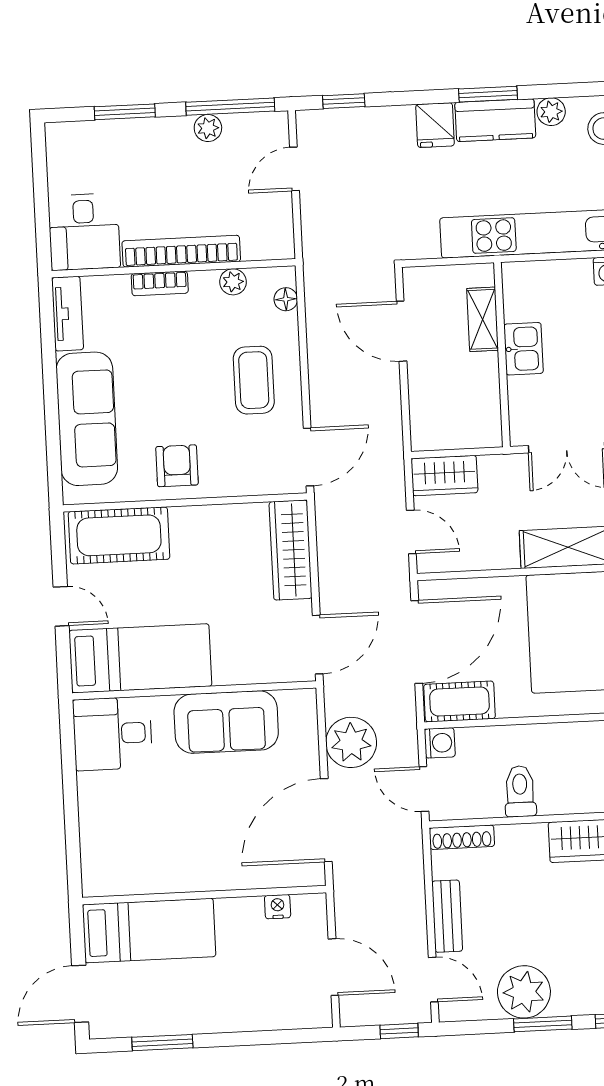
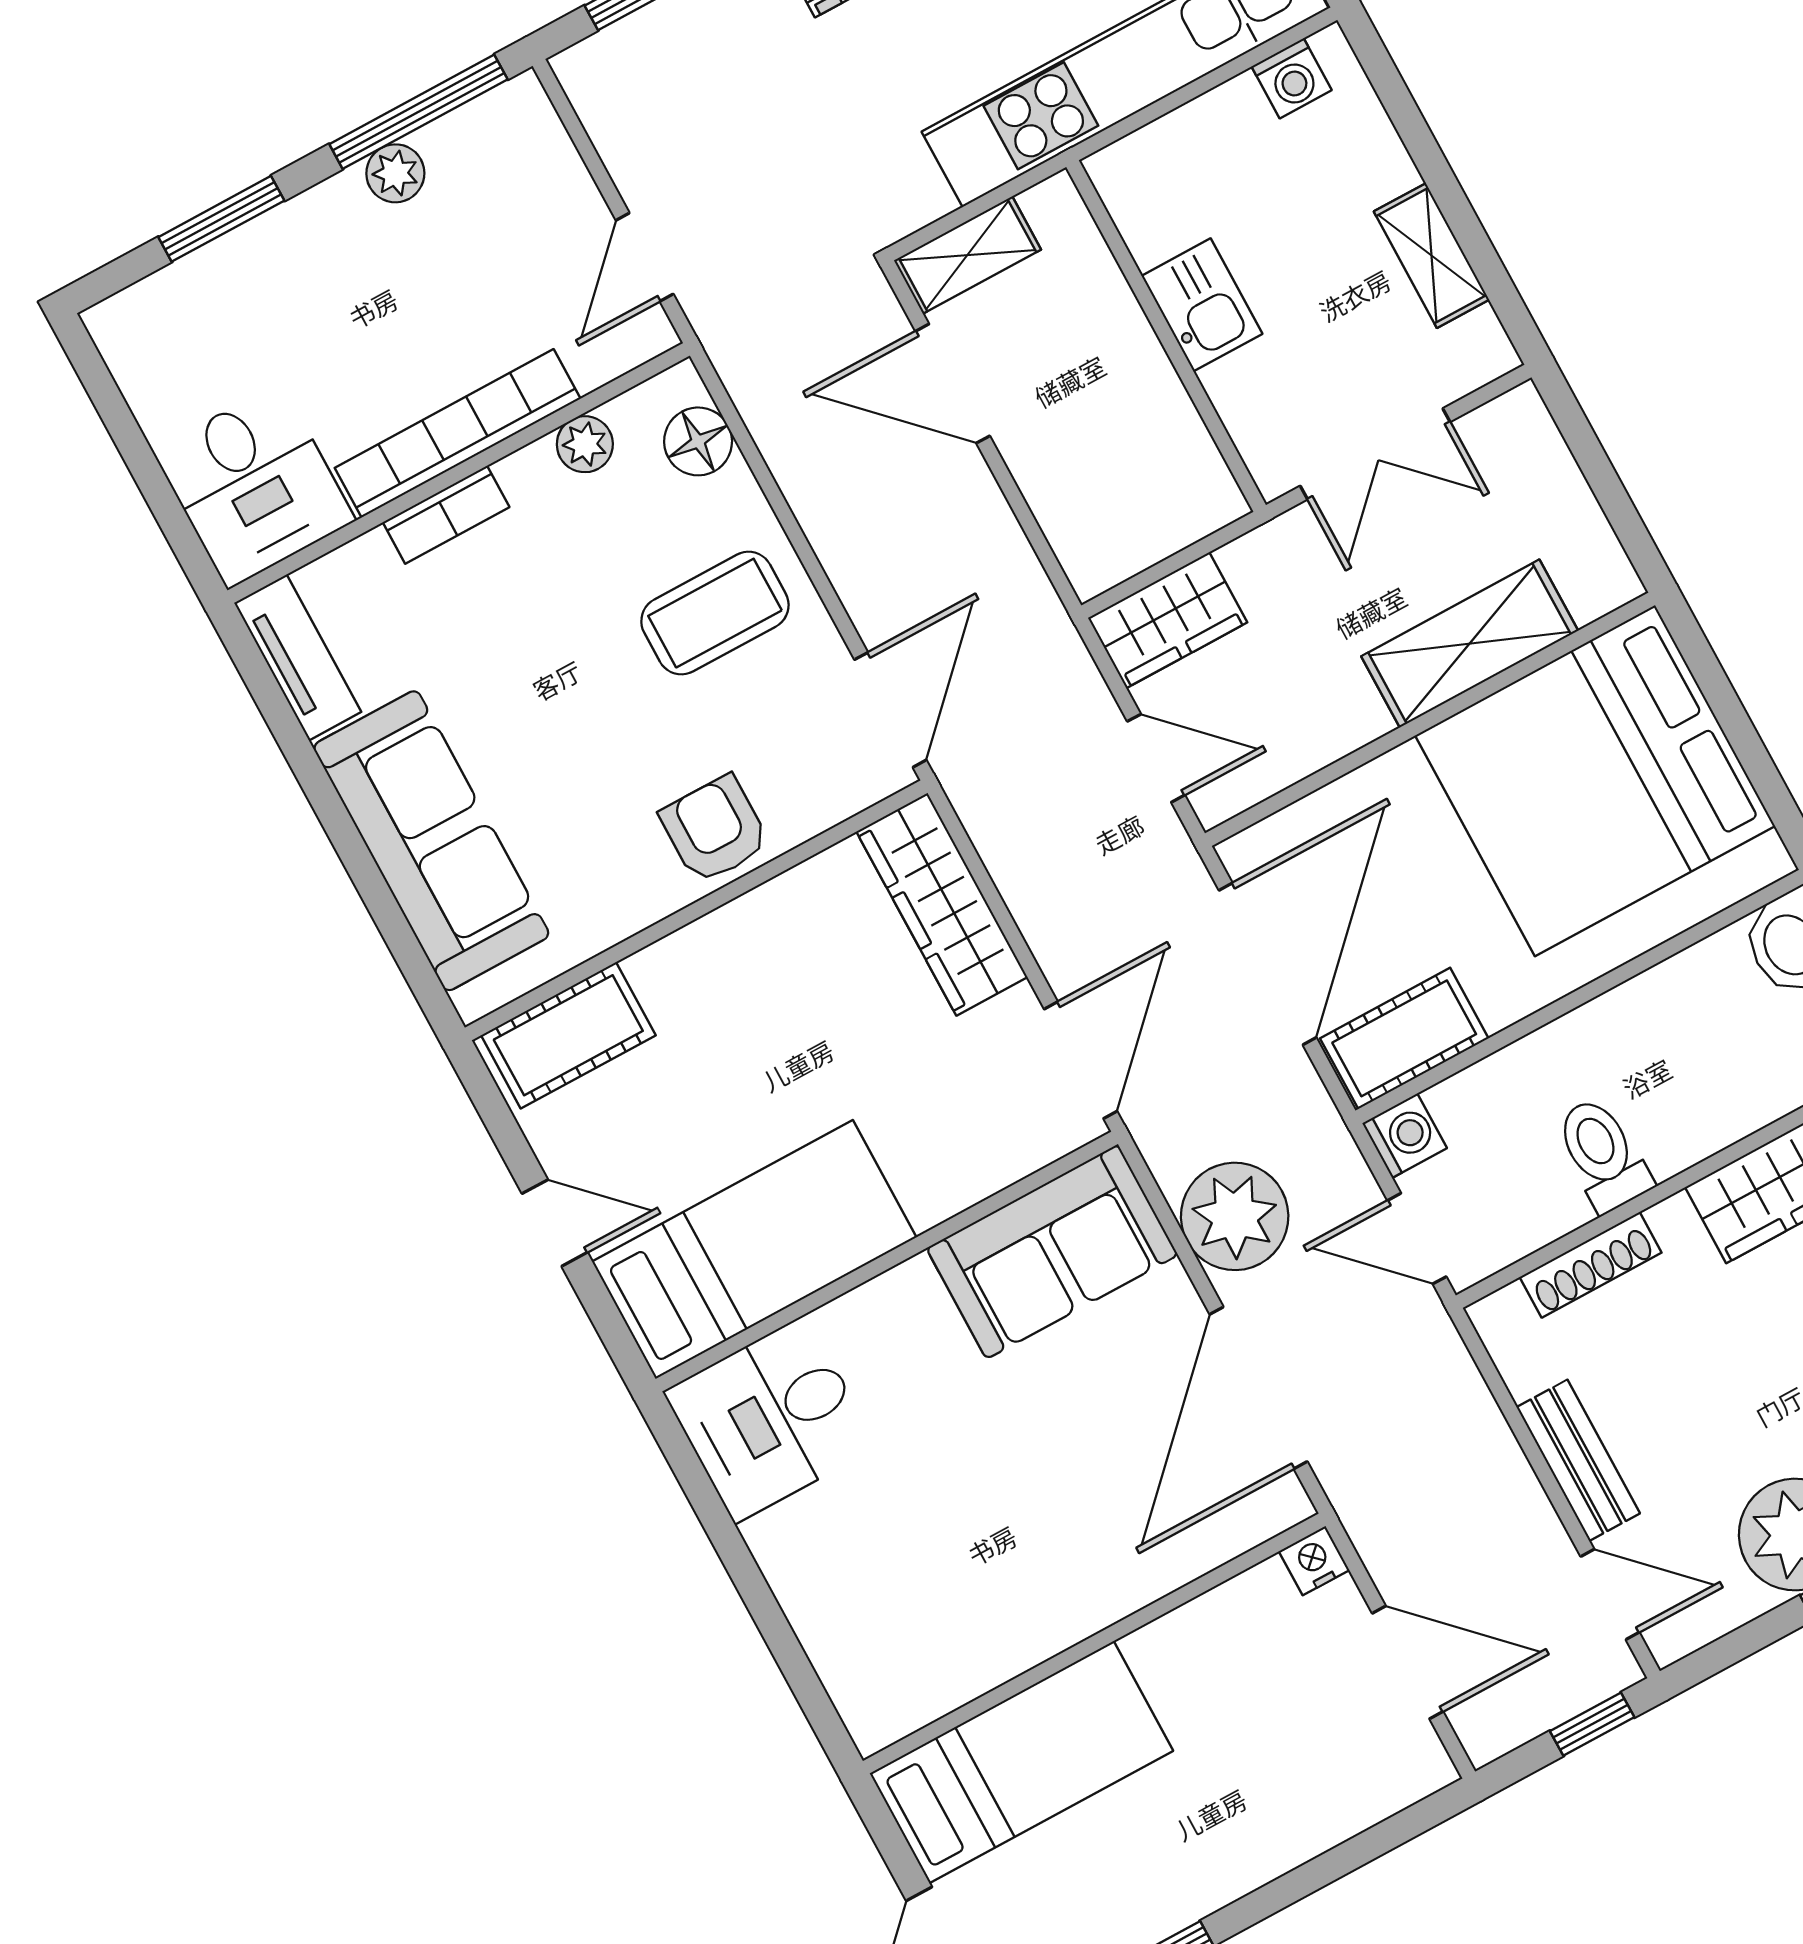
door: (294, 169) -> (645, 257), moved
floor lamp: (286, 299) -> (698, 441), width x1.37, depth x1.37
shelving: (483, 319) -> (967, 255), moved, turned 90
coffee table: (254, 380) -> (715, 613), turned 90
armchair: (177, 466) -> (715, 829), moved
cot: (119, 535) -> (568, 1035), width x0.73, depth x0.75
sofa: (226, 722) -> (1052, 1252), moved
shoe rack: (462, 837) -> (1591, 1265), moved
nightstand: (278, 907) -> (1314, 1561), moved

